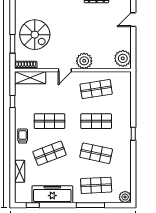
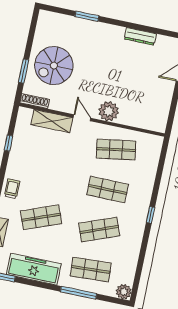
spiral stairs: (35, 35) -> (54, 66), turned 90
plant: (123, 58) -> (157, 118), removed
door: (65, 70) -> (82, 118), swing flipped
shelving: (30, 78) -> (52, 121), moved
shop shelf: (50, 121) -> (50, 177), removed
shop shelf: (96, 153) -> (99, 229), turned -33

